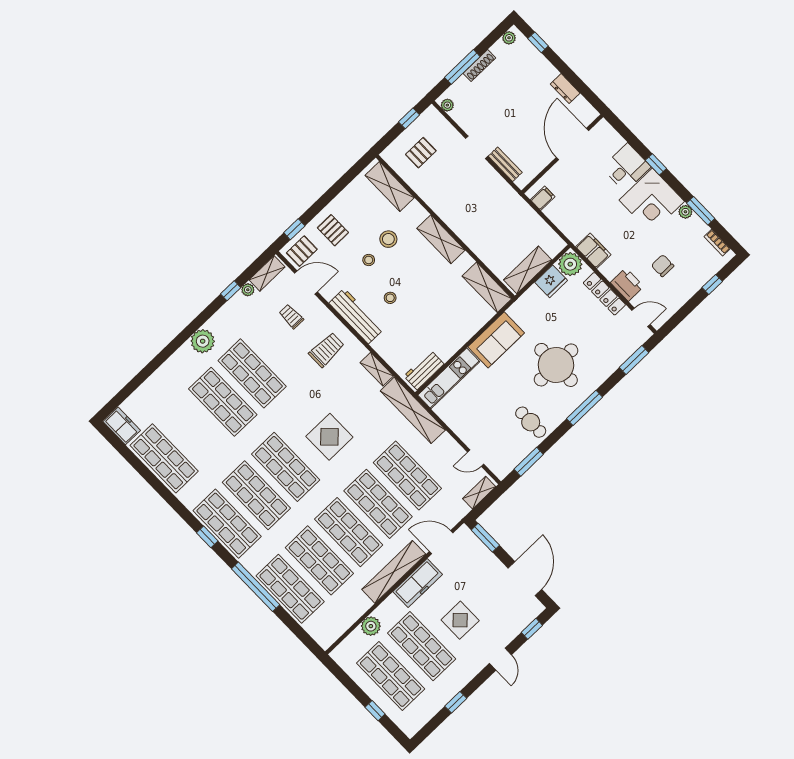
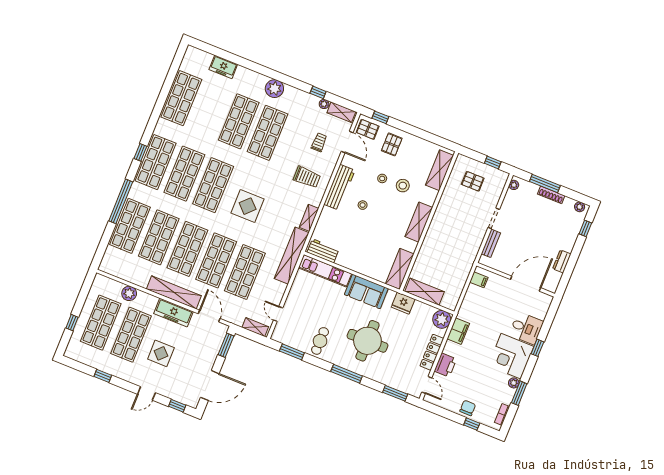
chair: (663, 266) -> (468, 408), moved
fridge: (551, 281) -> (403, 303), moved
freezer: (122, 426) -> (223, 67), moved, turned 90

